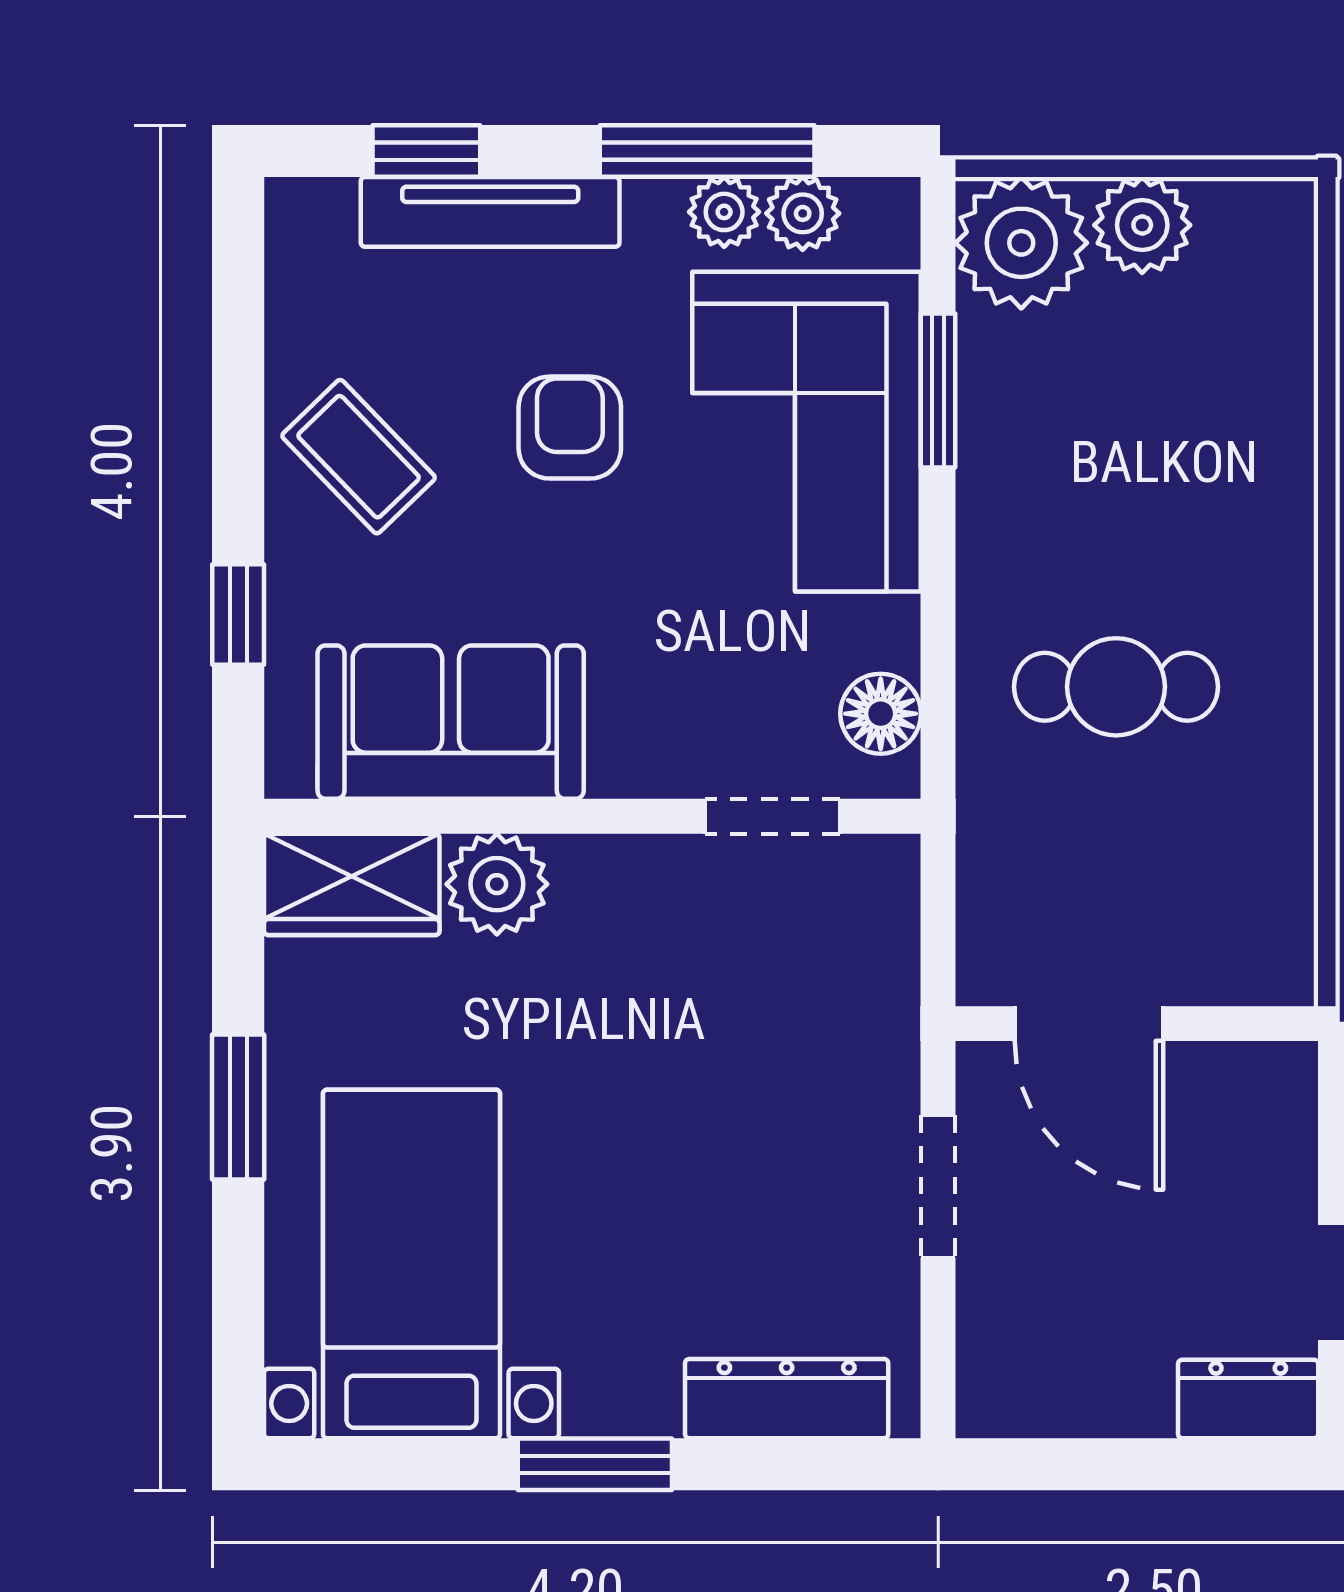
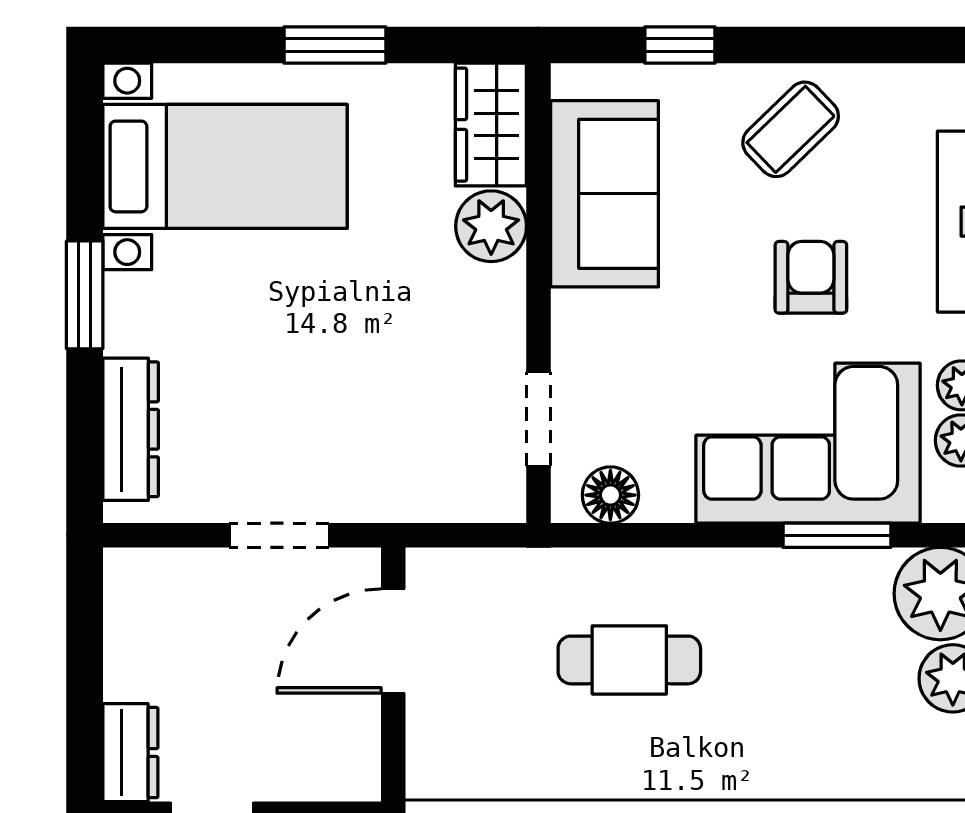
armchair: (570, 428) -> (811, 277), turned -90
cafe table: (1116, 687) -> (629, 660), turned 90

